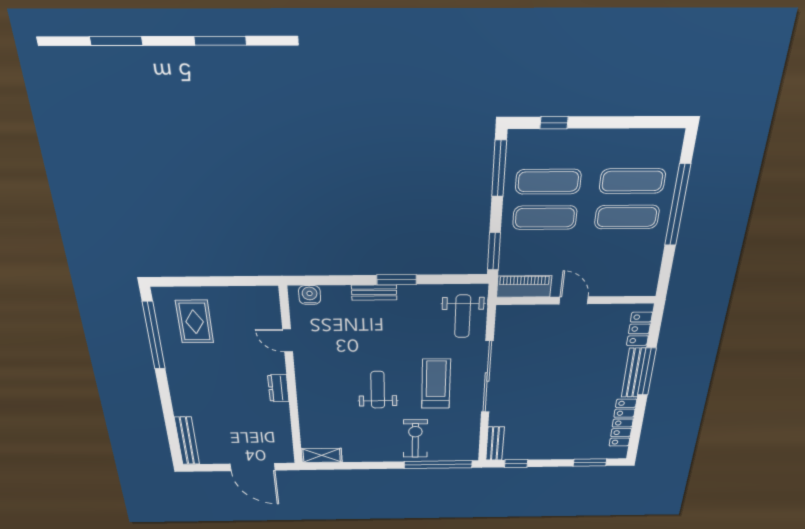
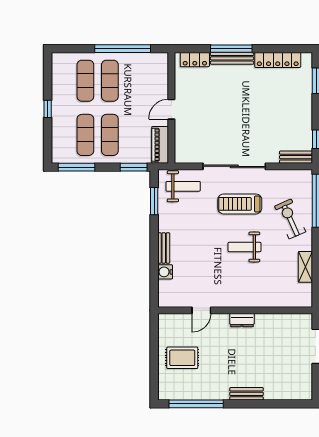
window: (554, 123) -> (48, 109), moved
window: (678, 205) -> (123, 49), moved
window: (397, 280) -> (154, 201), moved
water cooler: (310, 295) -> (165, 272), moved
rug: (195, 322) -> (182, 358), moved
exercise bike: (415, 439) -> (290, 219), turned 66
bench: (187, 441) -> (247, 394), moved, width x0.73
shelving: (322, 455) -> (305, 267), moved

